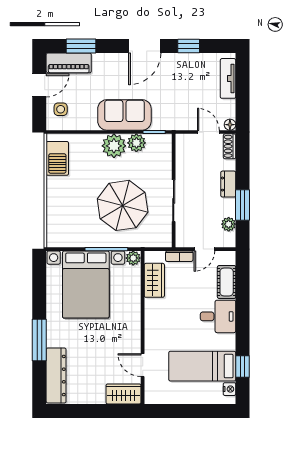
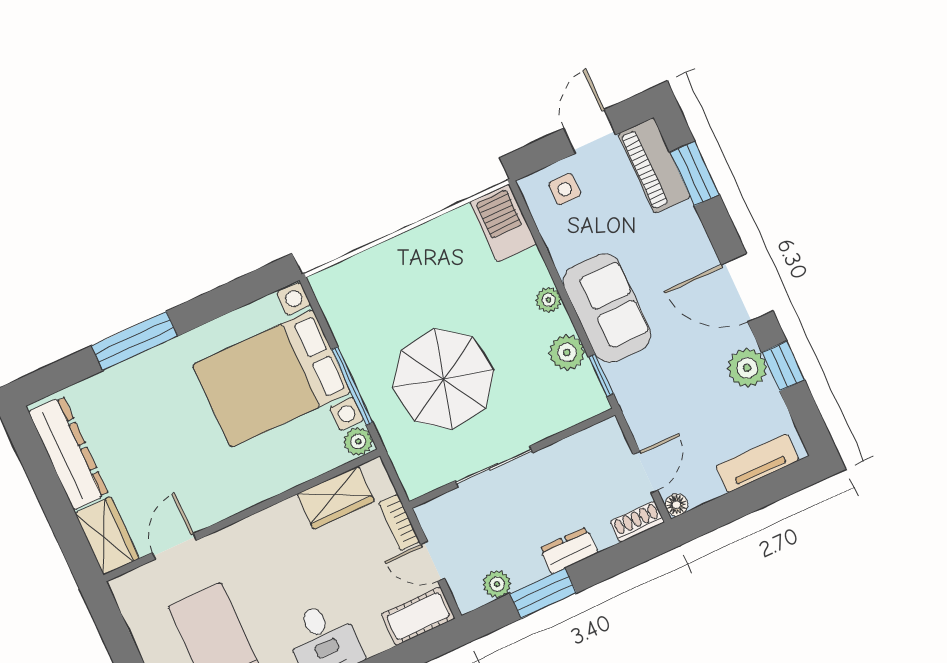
plant: (182, 63) -> (747, 368), added
door: (39, 85) -> (590, 132), swing flipped
plant: (114, 146) -> (549, 300), width x0.53, depth x0.53
barbecue: (57, 158) -> (503, 223), moved, turned 90
cot: (227, 282) -> (418, 616), moved
dresser: (56, 375) -> (68, 453), moved, turned -90

